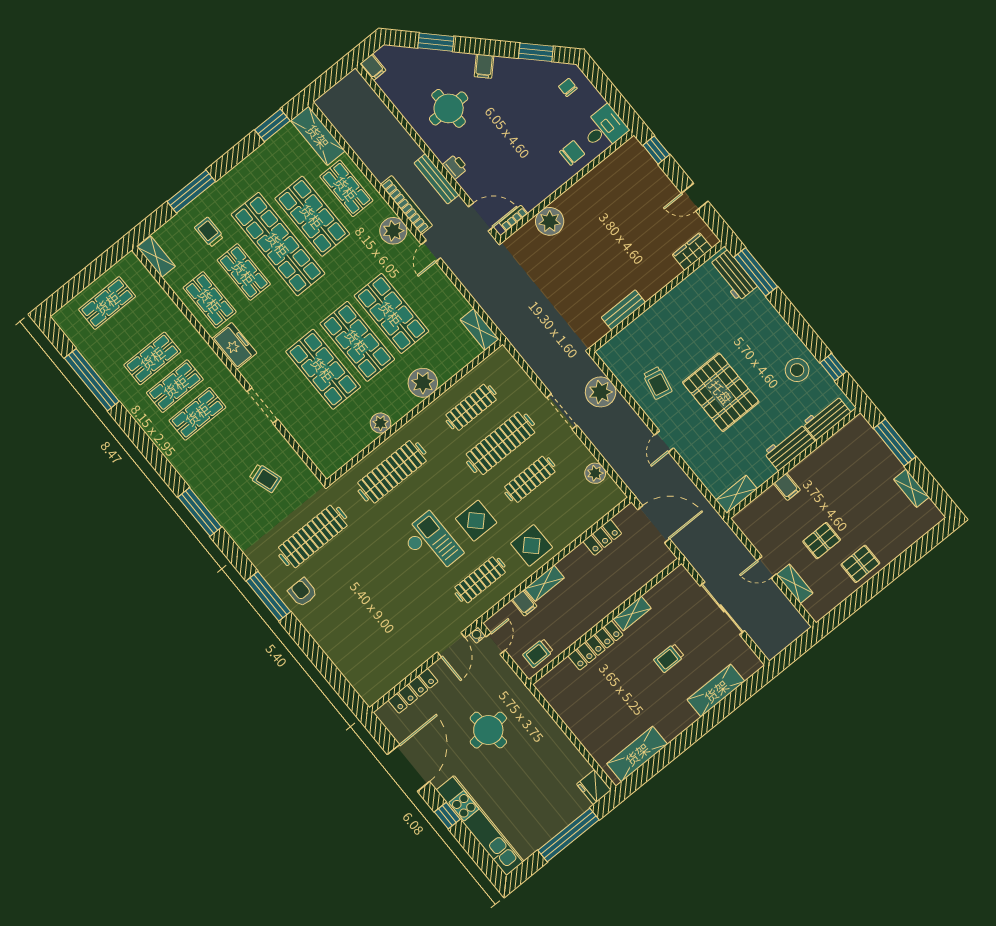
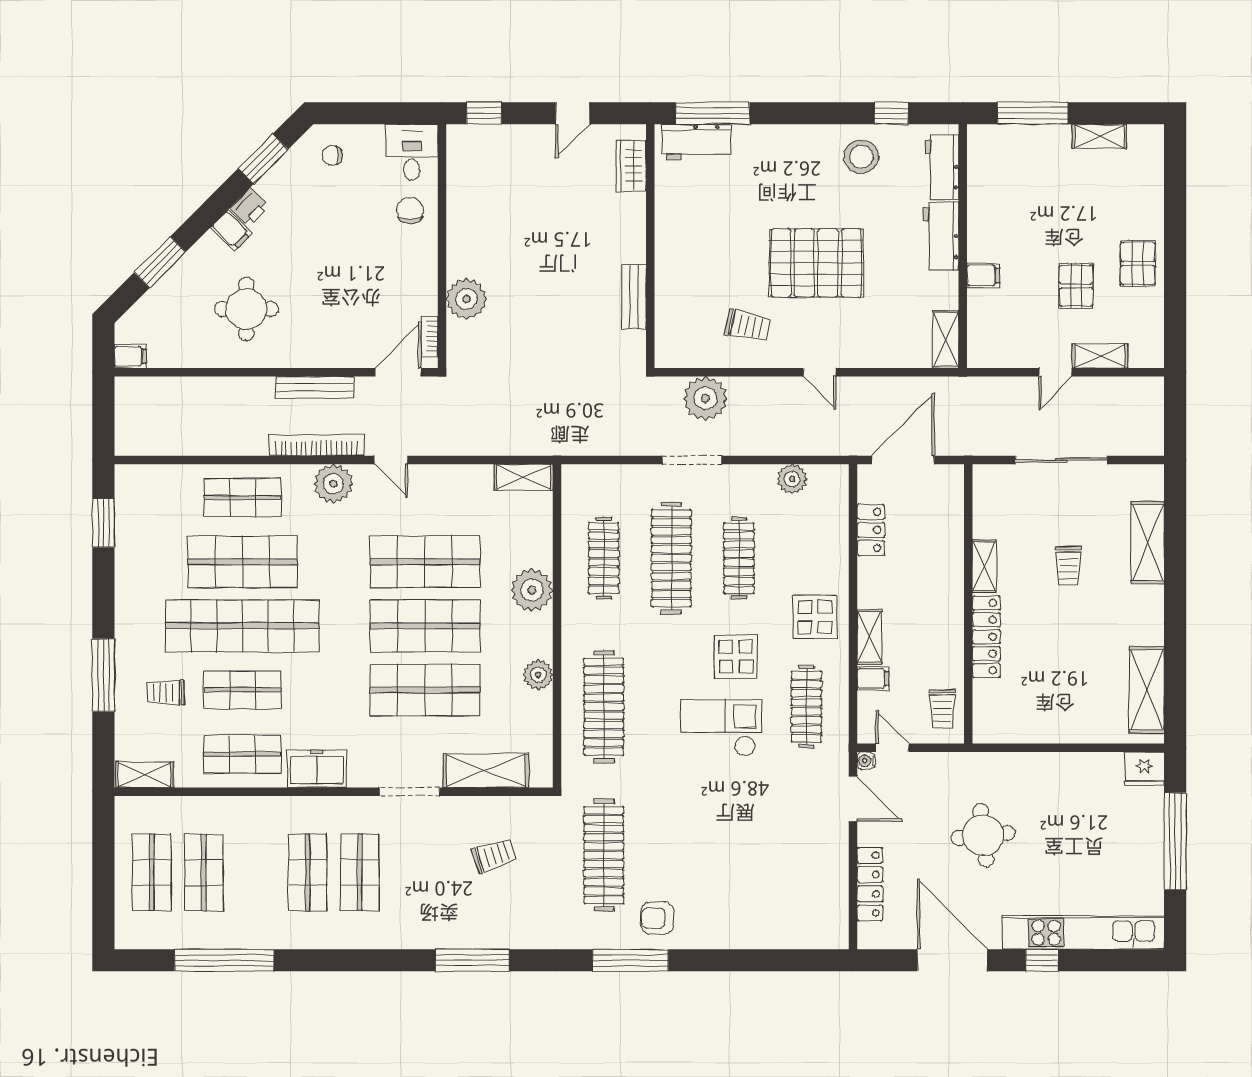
shelving: (318, 136) -> (486, 771), moved
printer: (455, 167) -> (249, 207), moved, turned 135
shop shelf: (152, 358) -> (204, 873), moved

